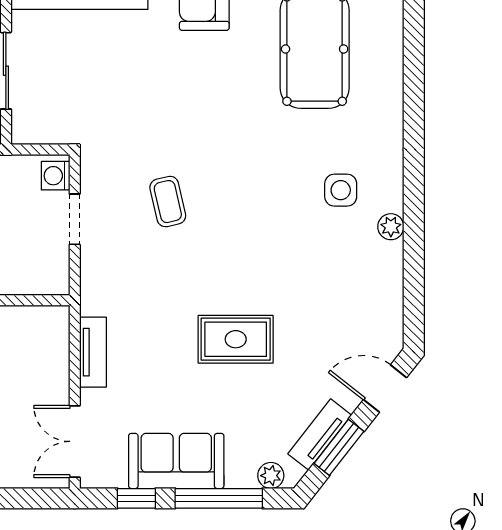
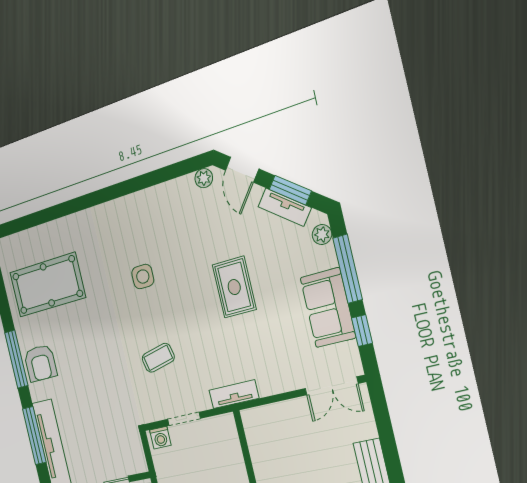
side table: (341, 190) -> (143, 277), moved
plant: (391, 227) -> (204, 178), moved
tv unit: (93, 352) -> (234, 394), moved

